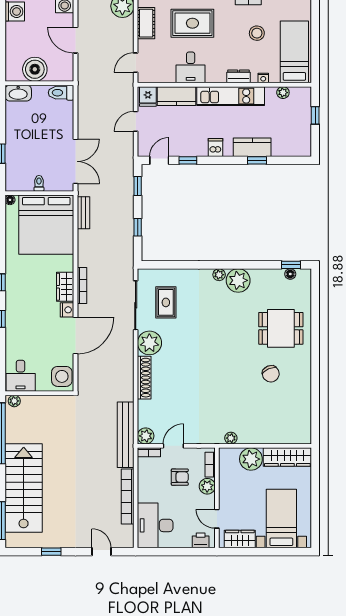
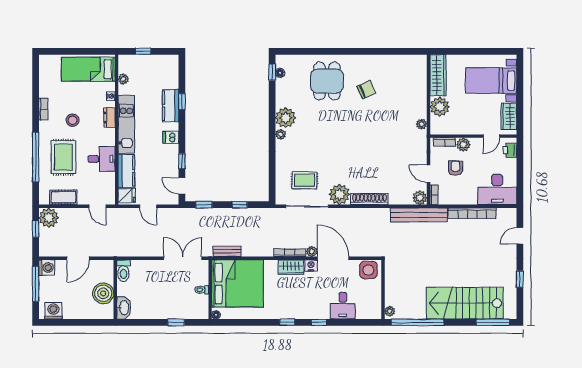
stool: (257, 33) -> (73, 120), moved
plant: (83, 311) -> (312, 251), added
desk: (21, 376) -> (343, 306), moved, turned 90

